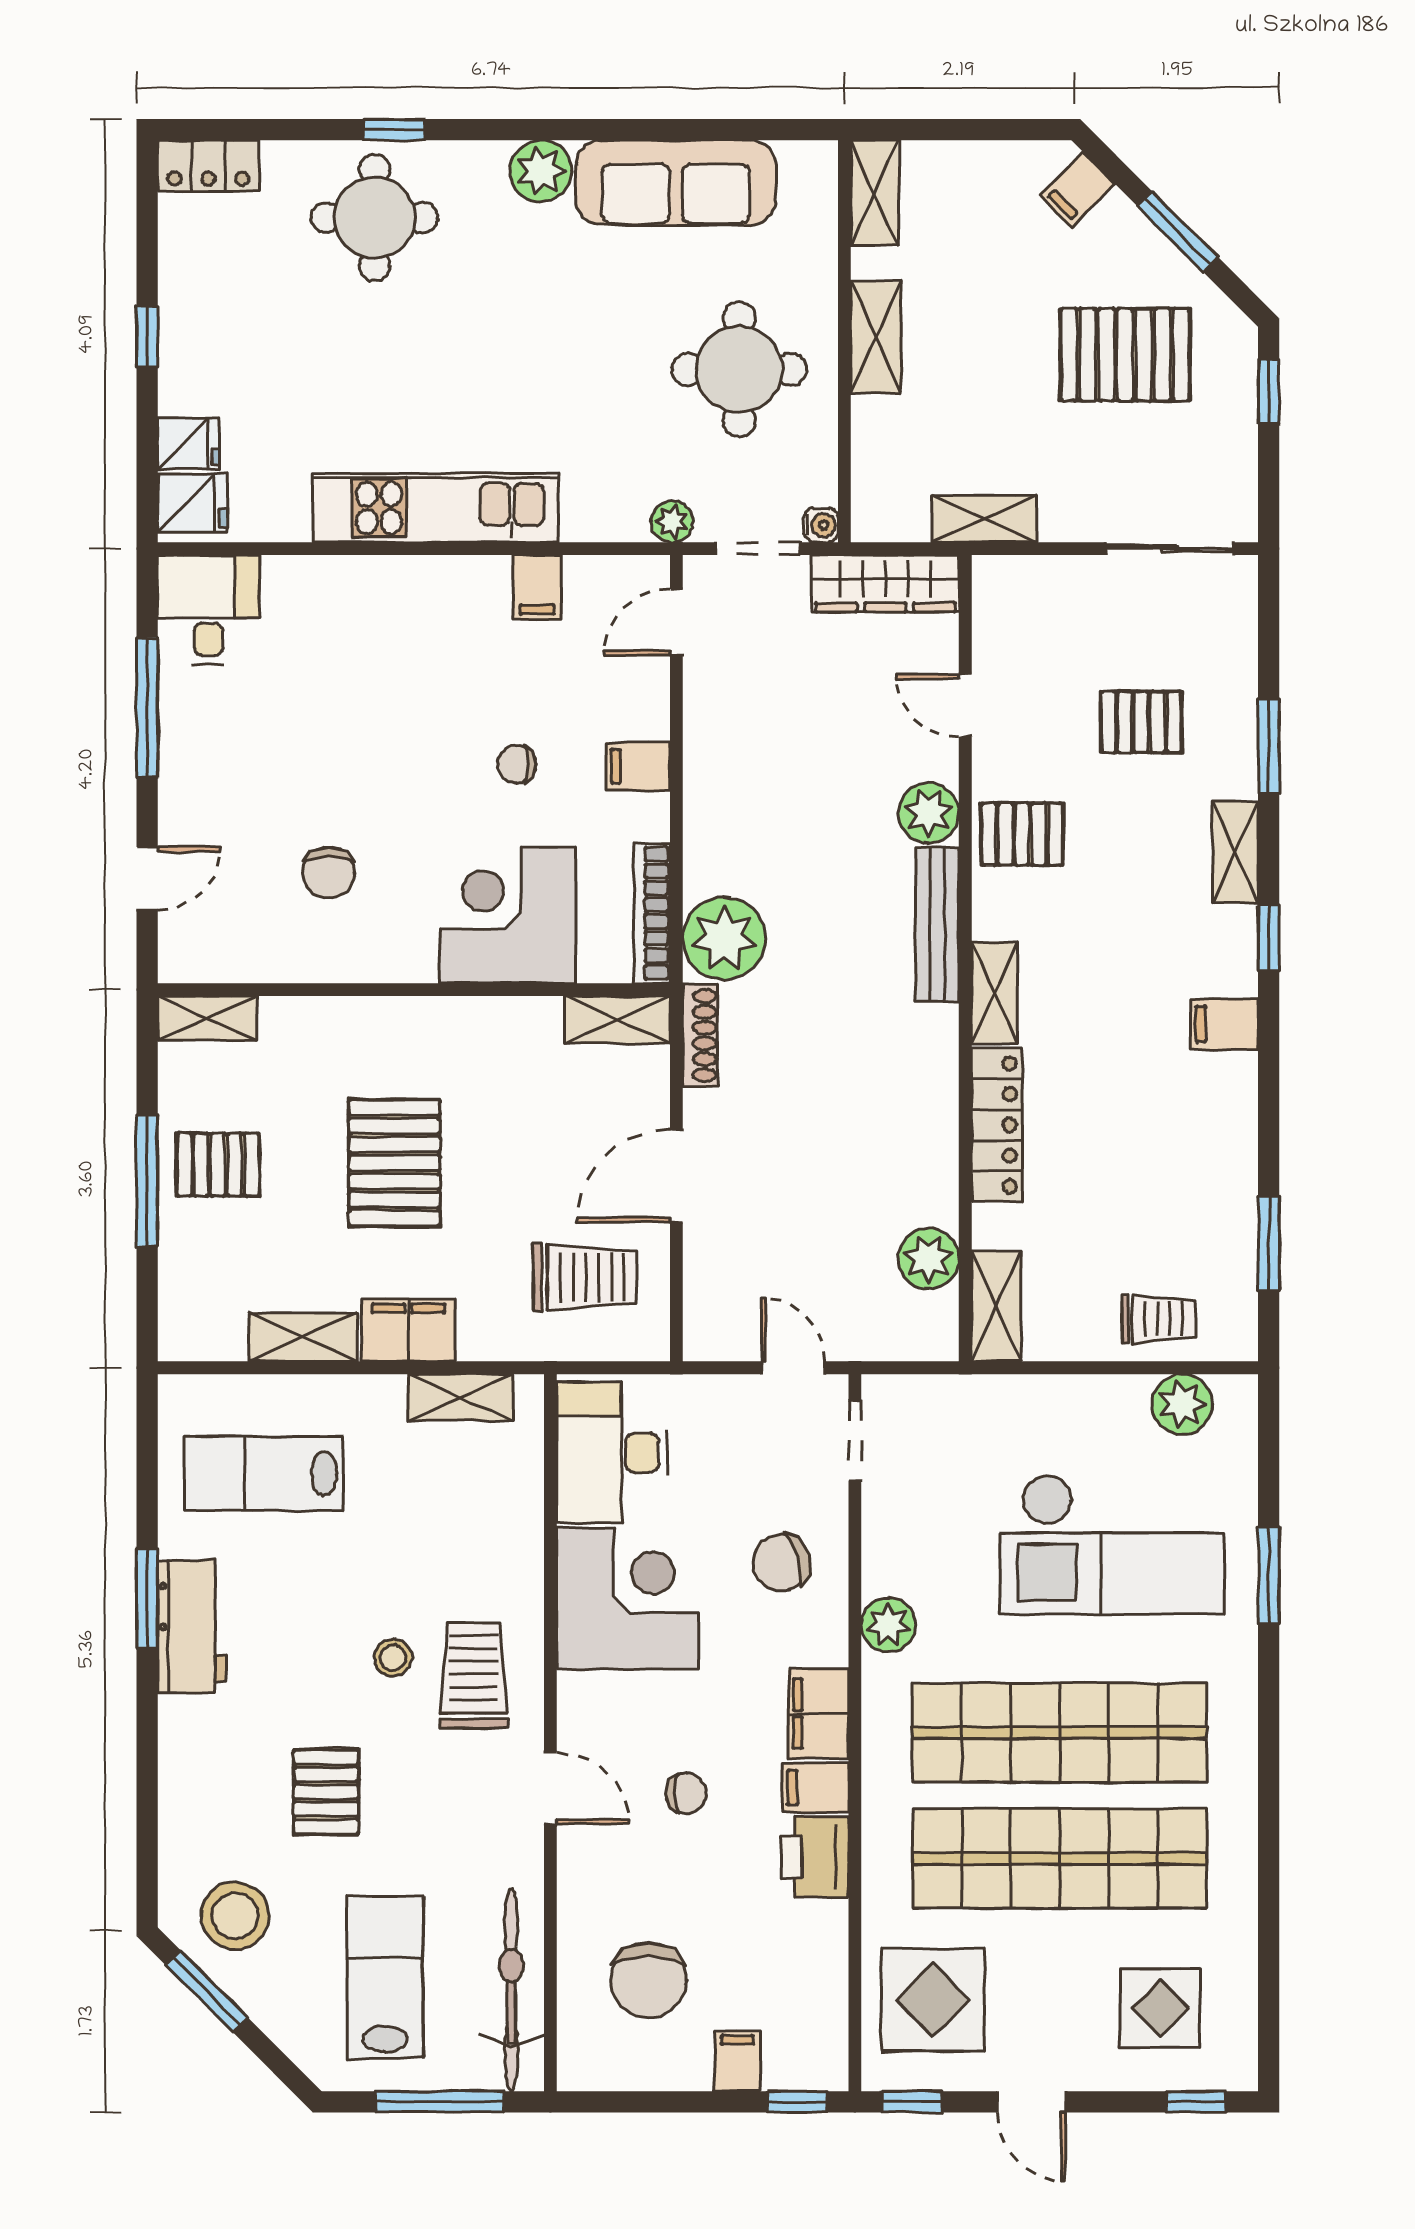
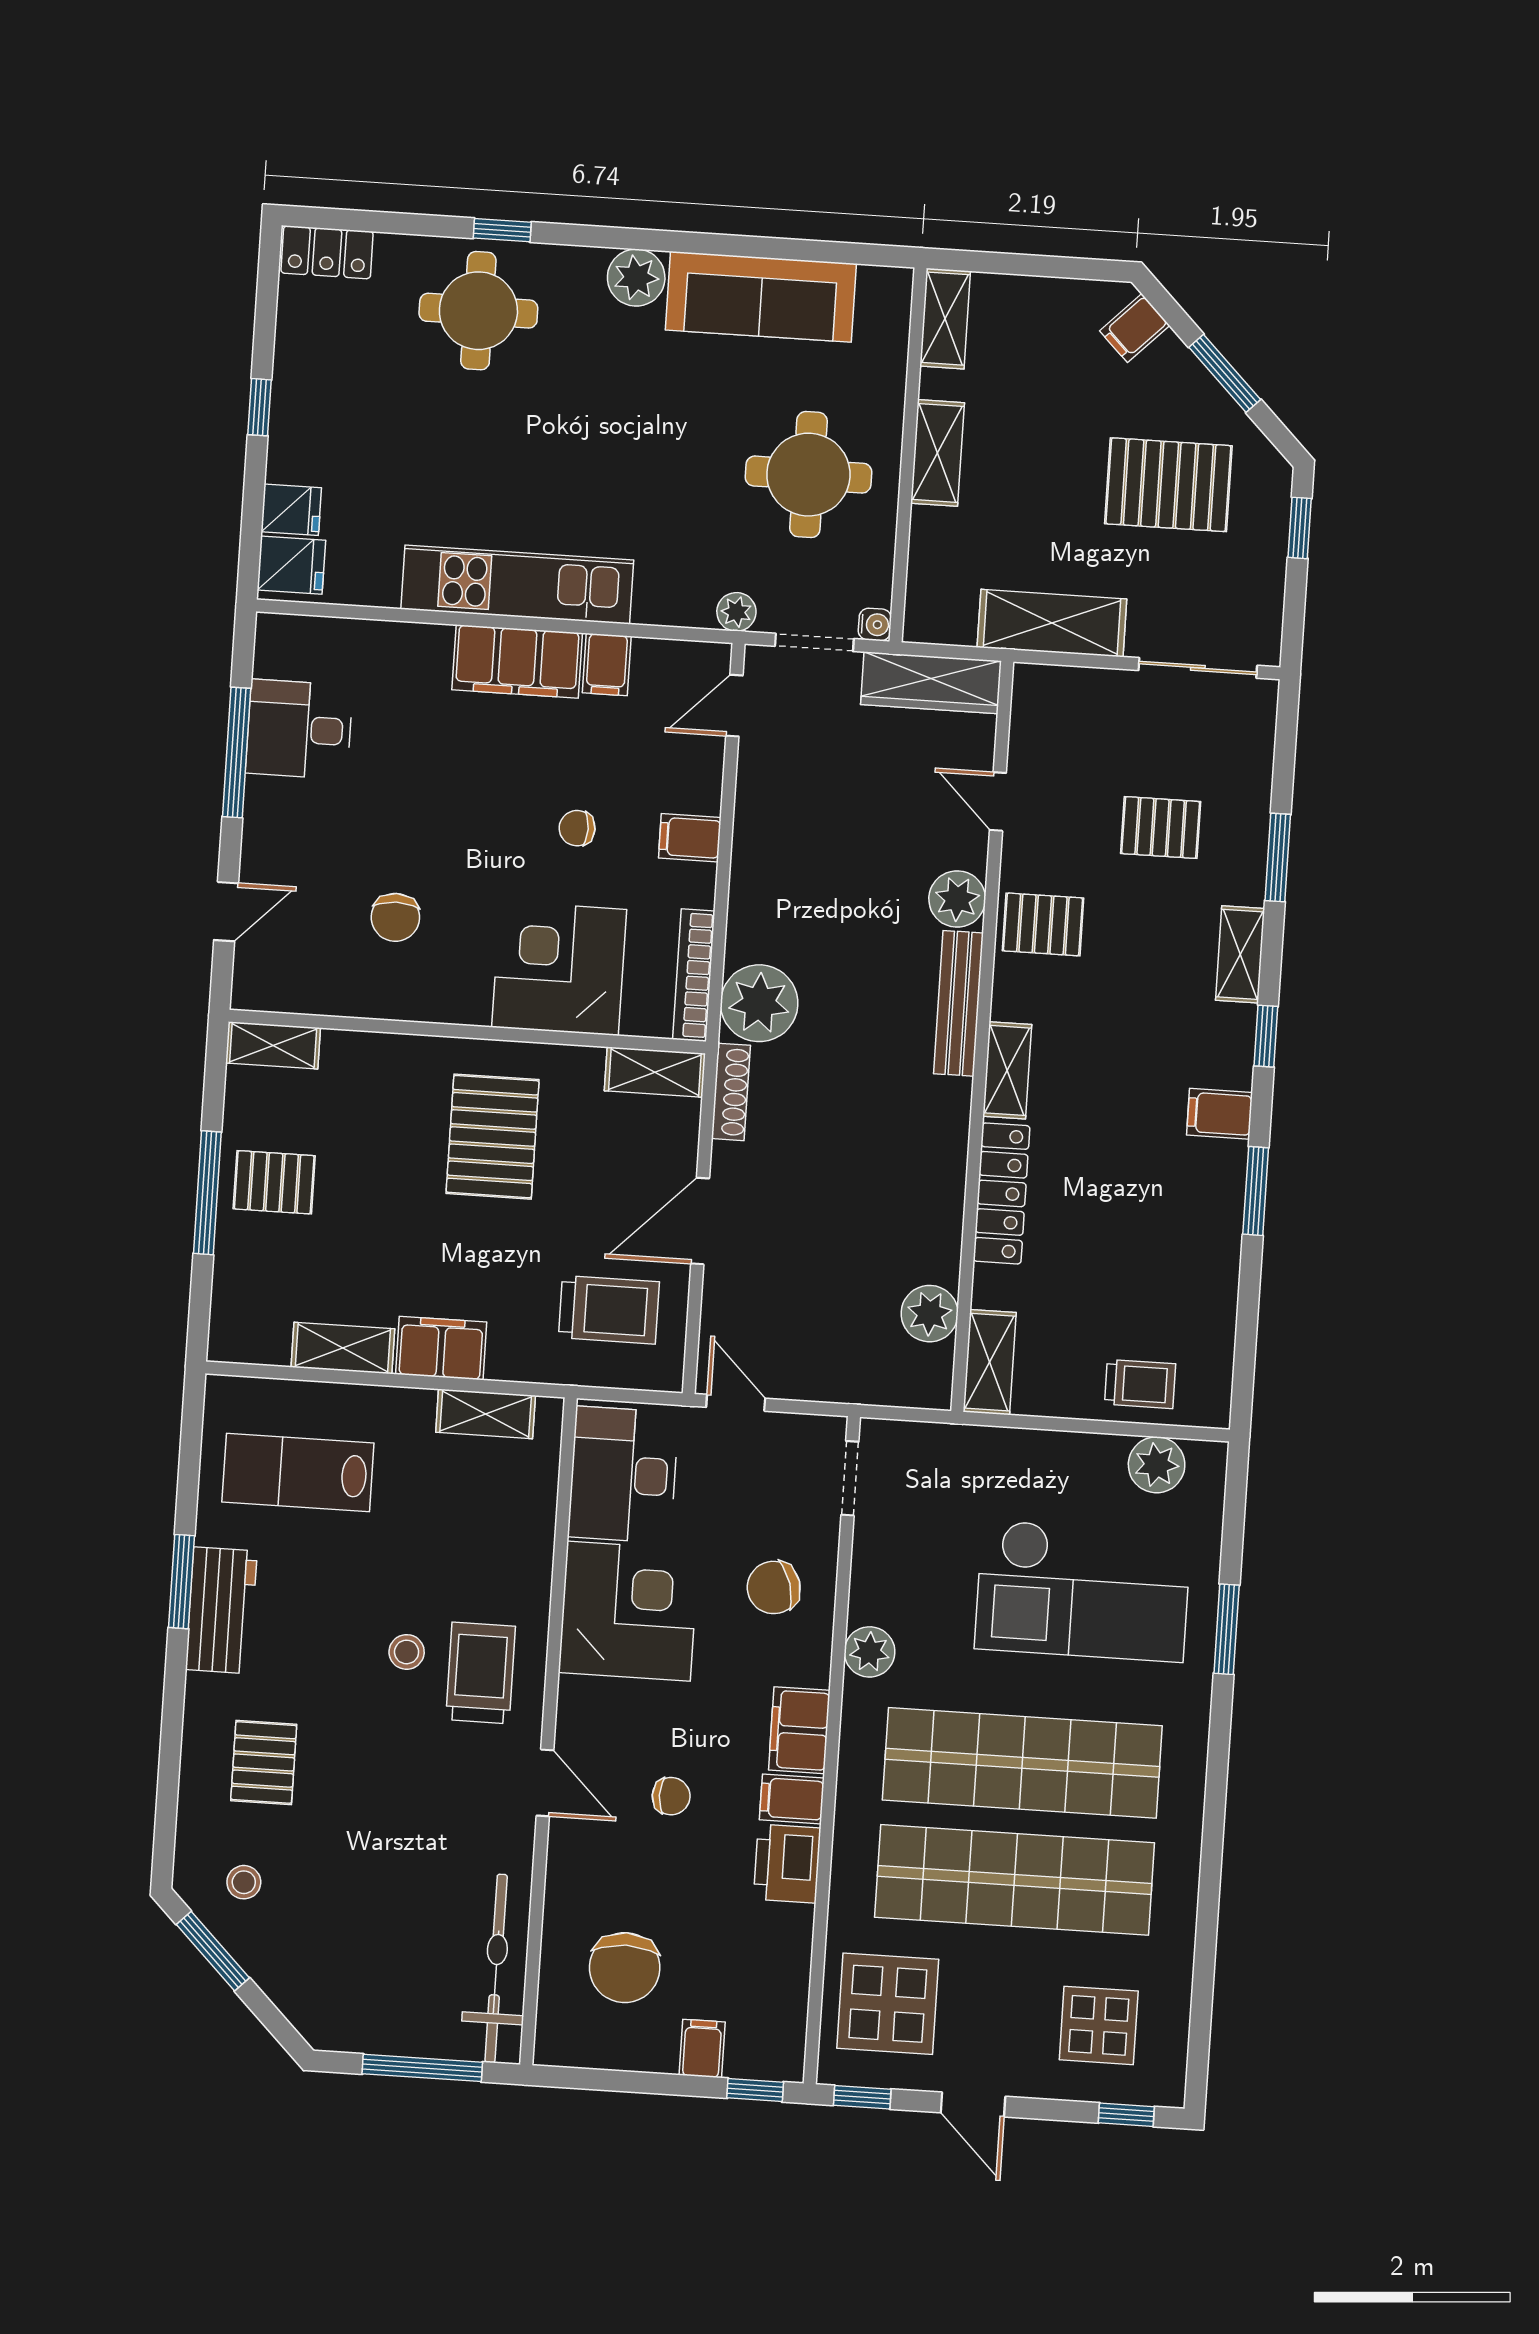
shelving: (984, 519) -> (1052, 623), width x1.50, depth x1.33
filing cabinet: (441, 590) -> (517, 661), added
desk: (208, 610) -> (299, 729), moved, turned -90
pallet: (394, 1163) -> (493, 1137), moved
window: (1269, 1243) -> (1256, 1191), moved
door: (793, 1368) -> (736, 1403), moved
pallet: (326, 1792) -> (264, 1762), moved
stool: (235, 1916) -> (244, 1882), width x0.53, depth x0.53
lab bench: (385, 1977) -> (379, 1949), removed

